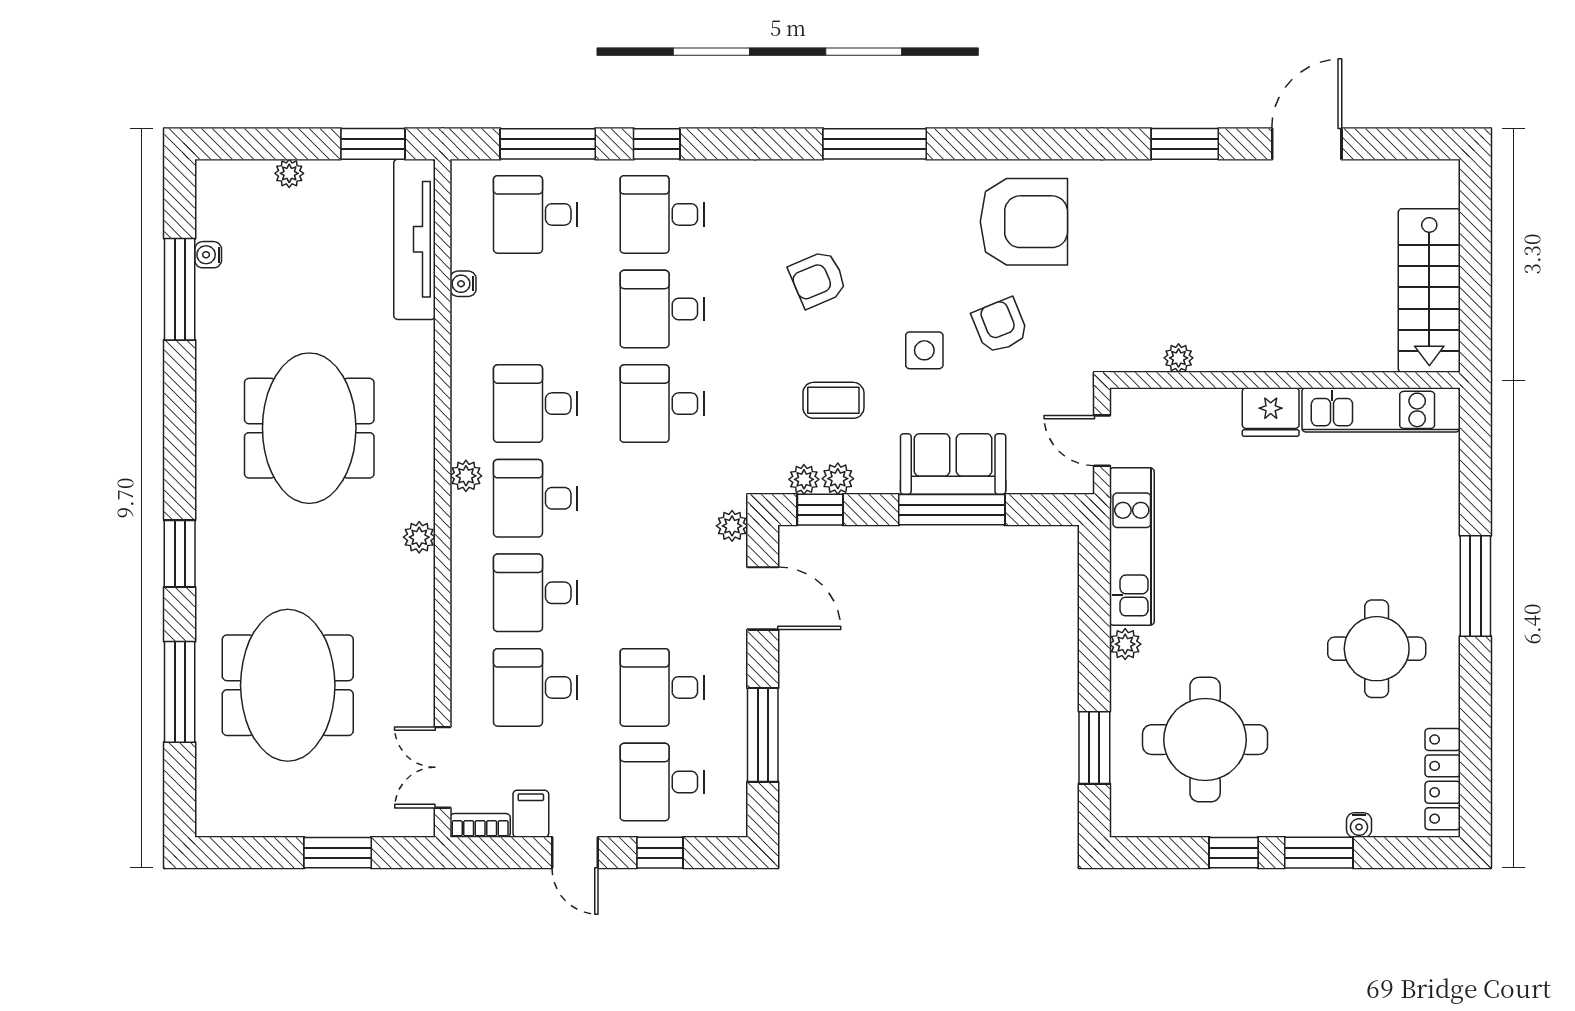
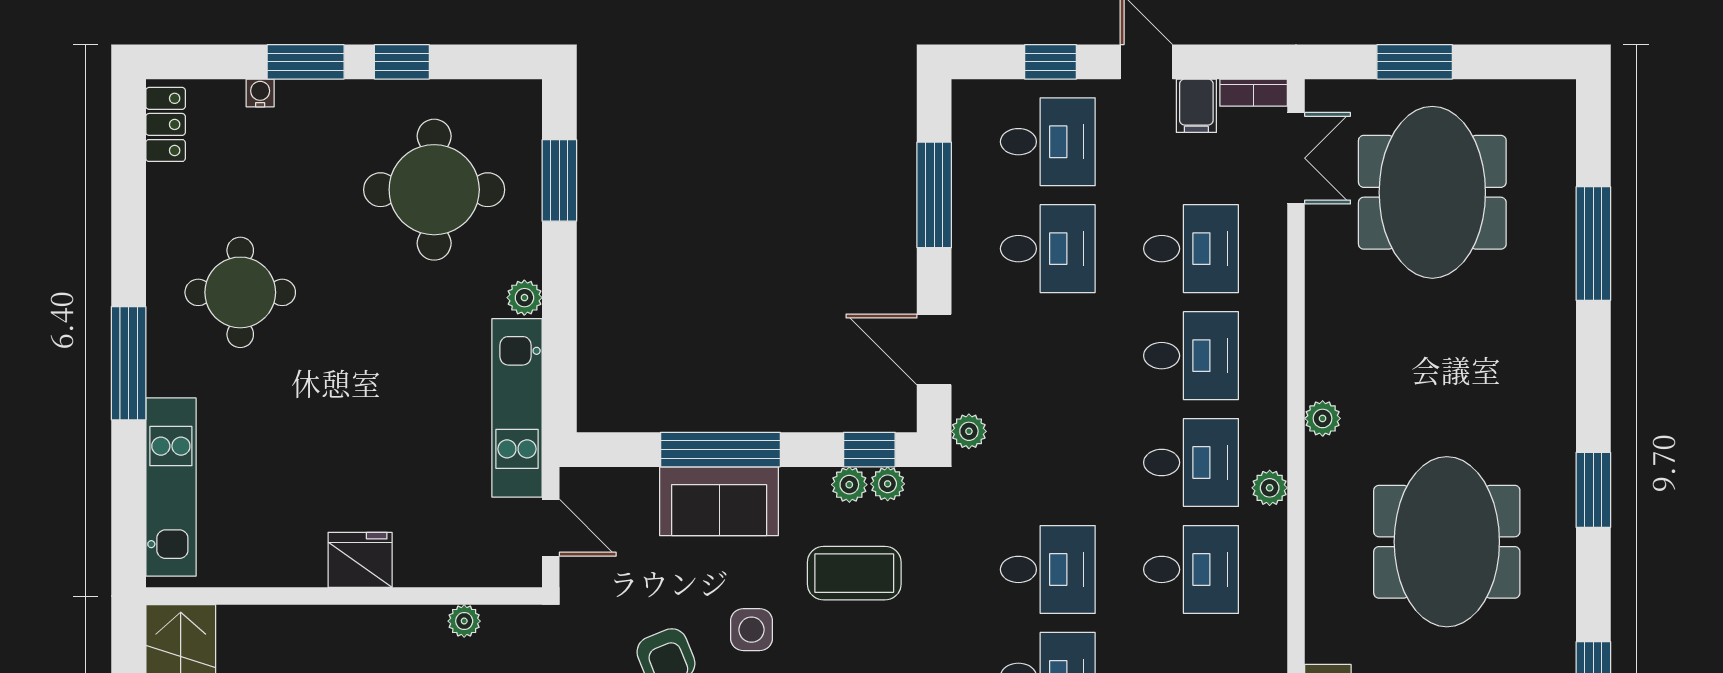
coffee table: (833, 400) -> (854, 573), width x1.36, depth x1.30
kitchen unit: (1381, 410) -> (171, 487), moved, turned 90
window: (180, 554) -> (1593, 490), moved
meeting table: (288, 685) -> (1432, 192), moved
locker: (1443, 779) -> (166, 124), width x0.66

